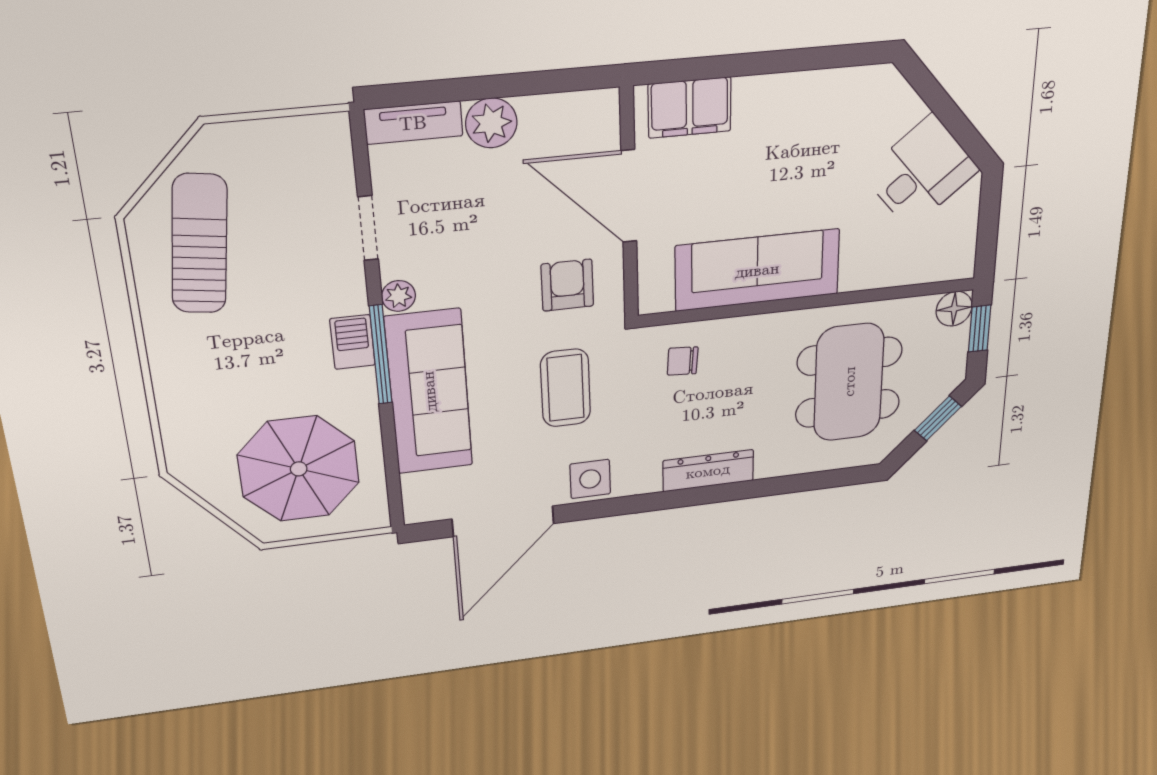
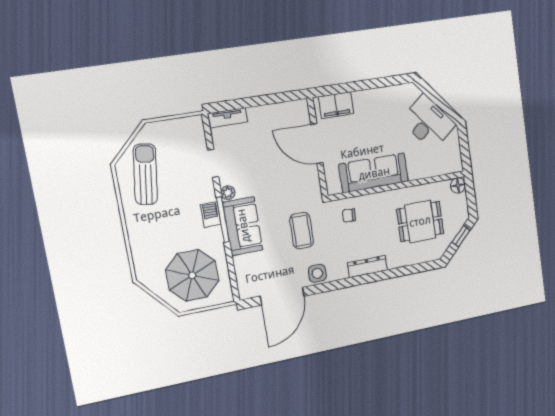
plant: (491, 123) -> (258, 116), removed
desk: (921, 172) -> (428, 122), width x1.37
armchair: (567, 285) -> (297, 184), removed
window: (980, 329) -> (470, 194), removed
dining table: (849, 382) -> (420, 221), width x0.73
sofa: (429, 392) -> (243, 226), width x0.73

